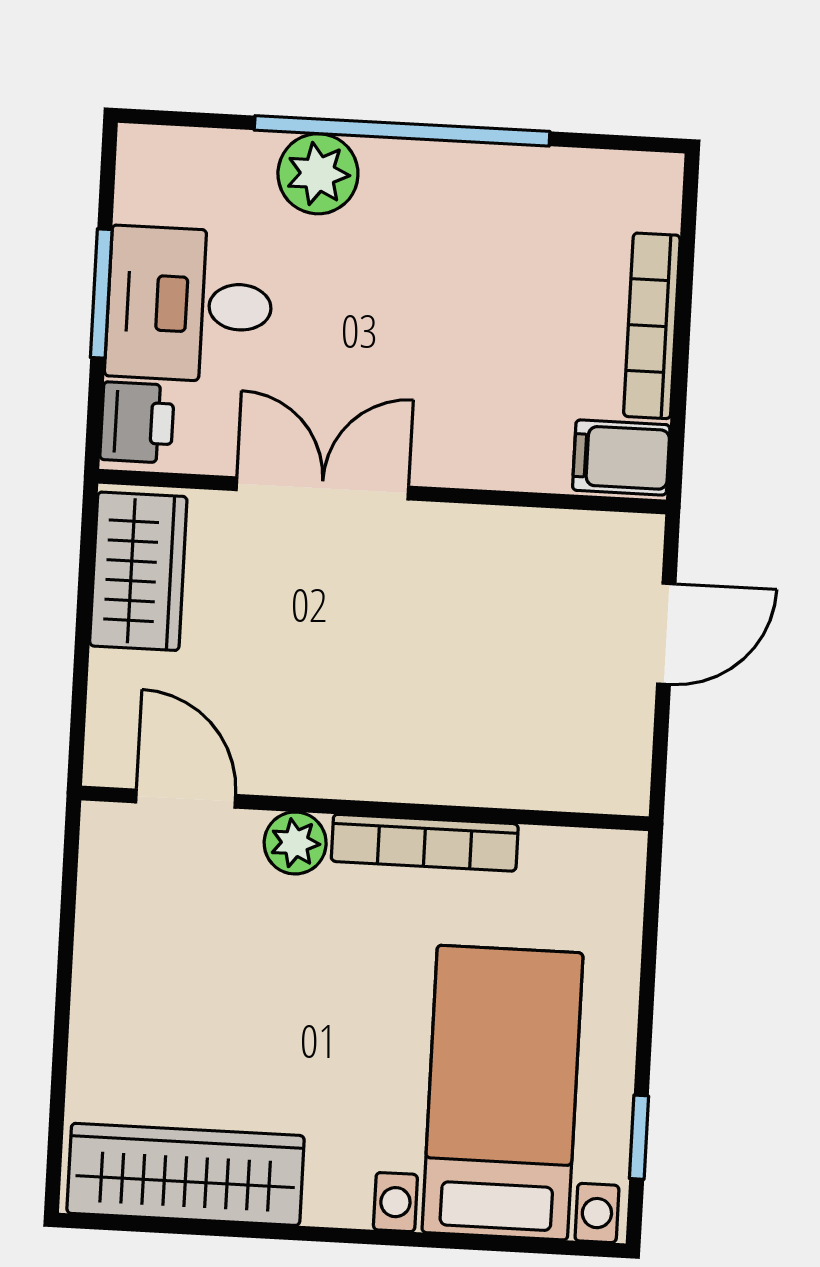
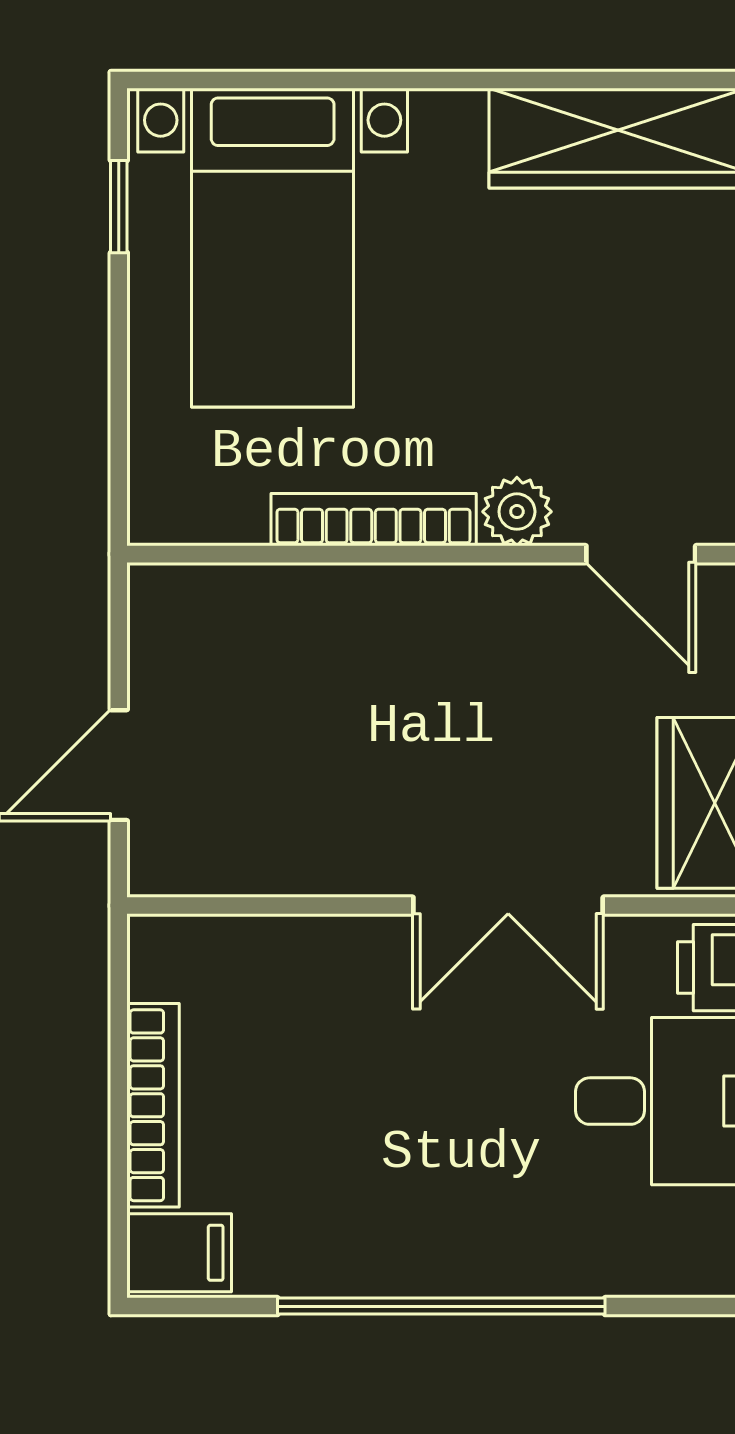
plant: (318, 174) -> (532, 1253), removed
filing cabinet: (621, 457) -> (179, 1253), moved

